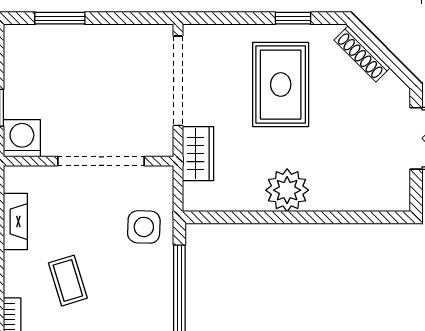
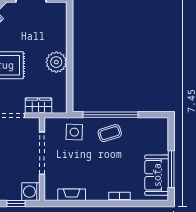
coffee table: (68, 281) -> (110, 133), moved

